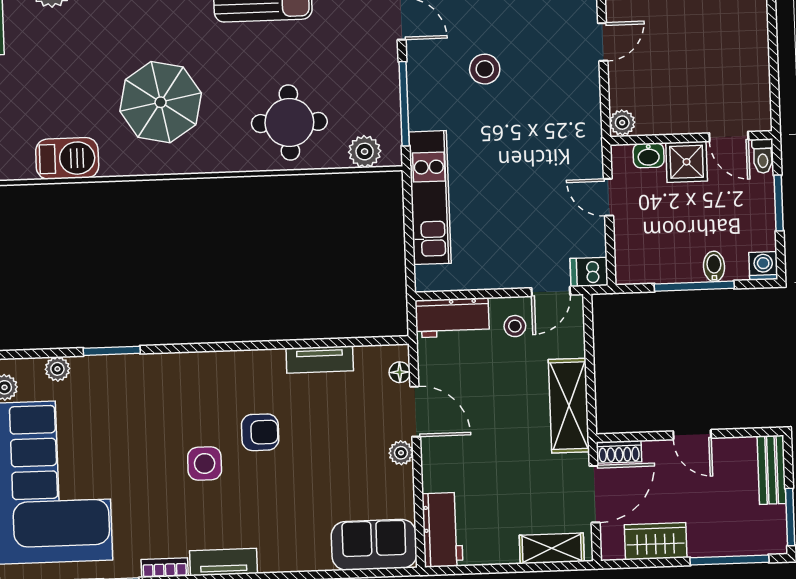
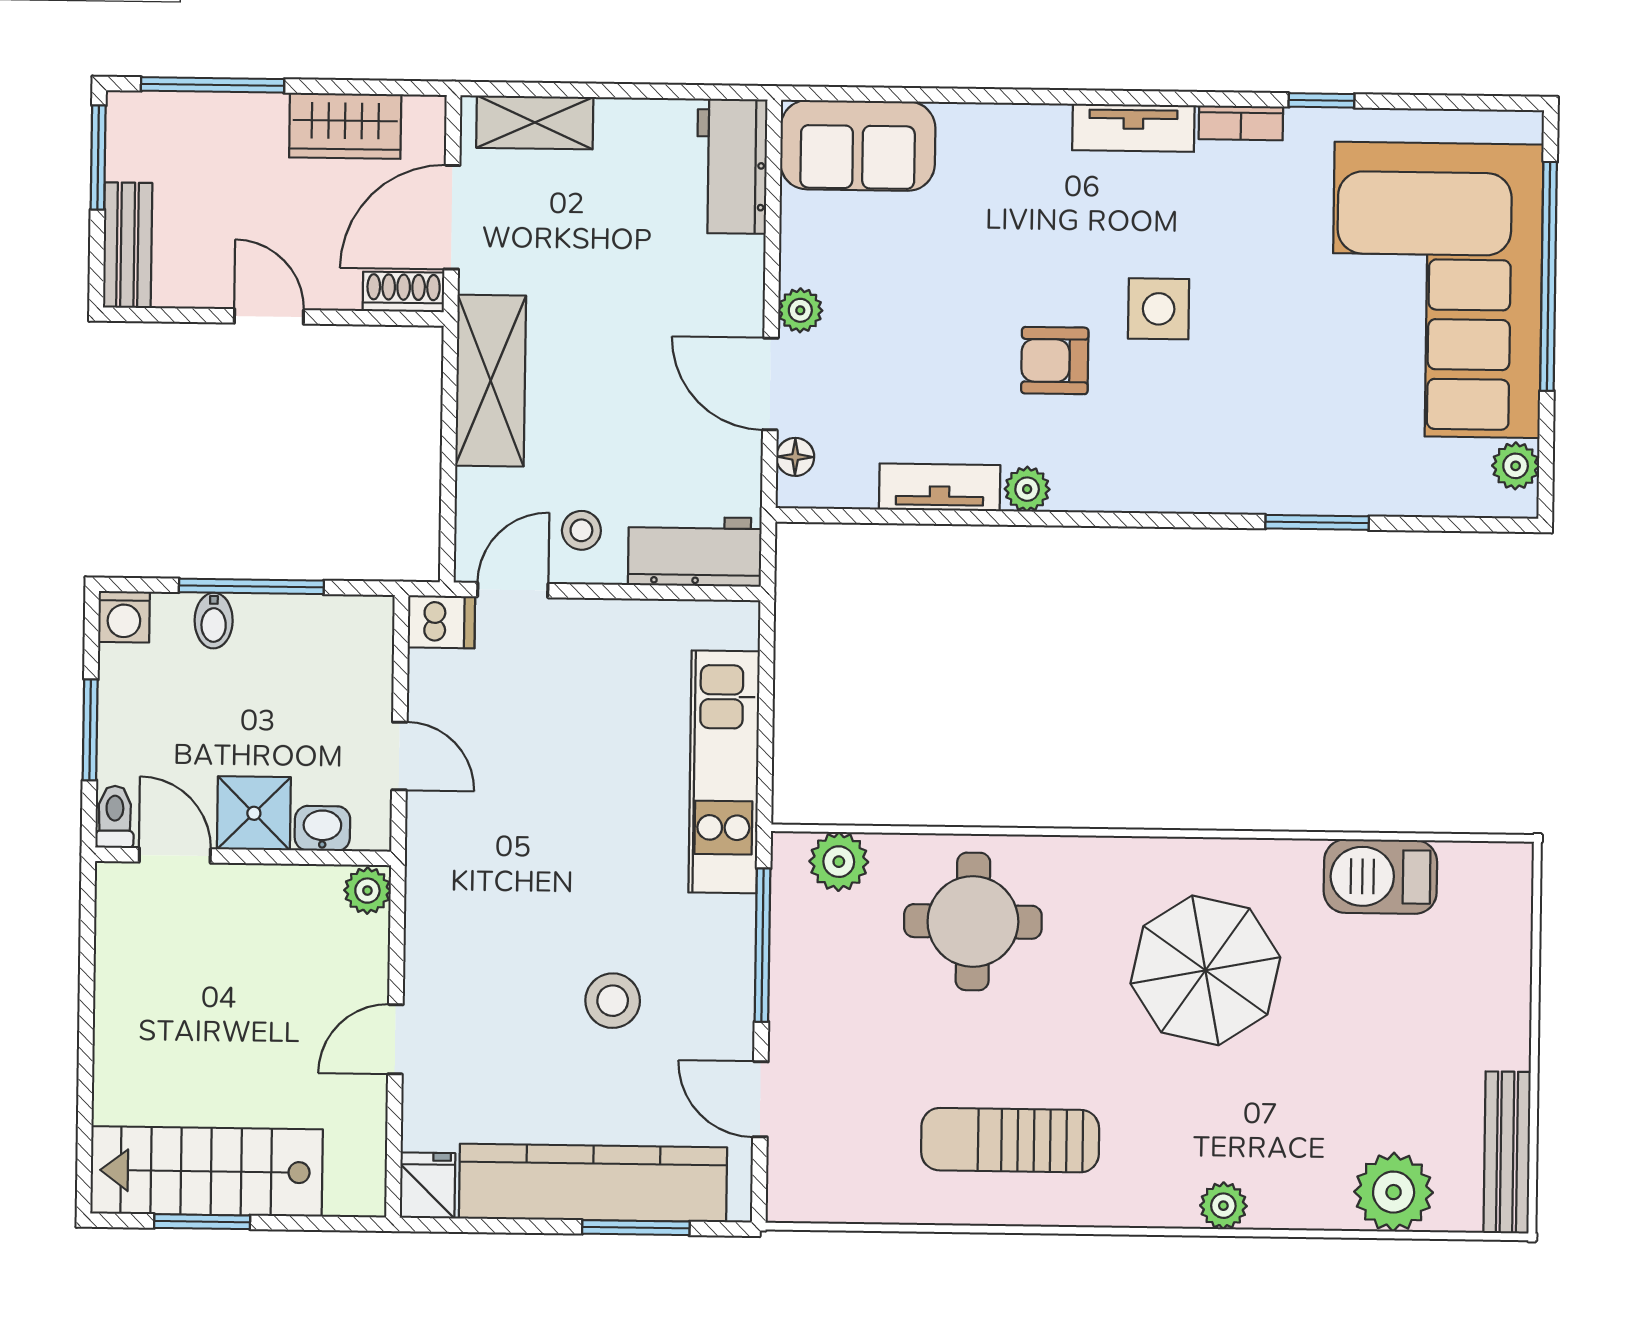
plant: (57, 369) -> (1027, 489), moved

